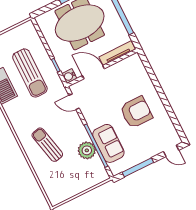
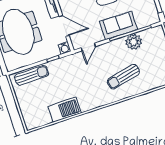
door: (93, 72) -> (64, 26), swing flipped
sun lounger: (30, 73) -> (32, 75), moved, width x0.73, depth x0.75
sofa: (108, 143) -> (119, 25), moved

